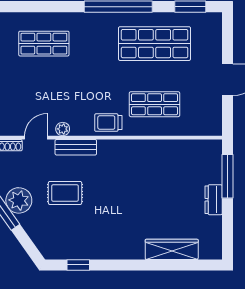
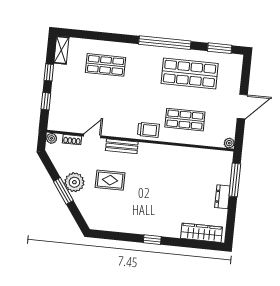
trolley: (108, 123) -> (148, 130), turned 180
plant: (63, 129) -> (229, 143), moved
wardrobe: (172, 249) -> (201, 233), moved
window: (78, 265) -> (152, 240), moved

